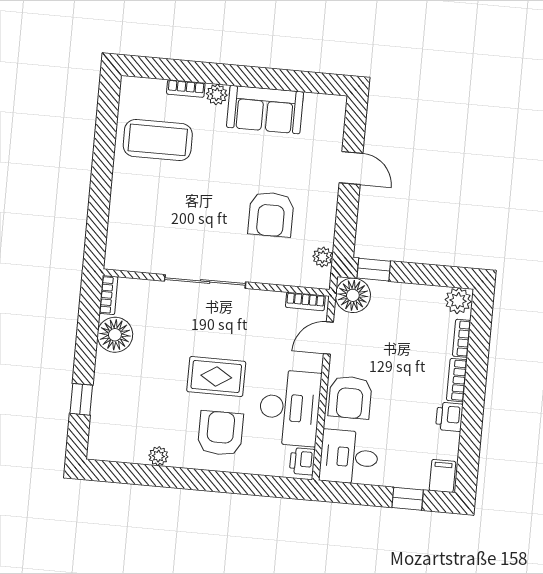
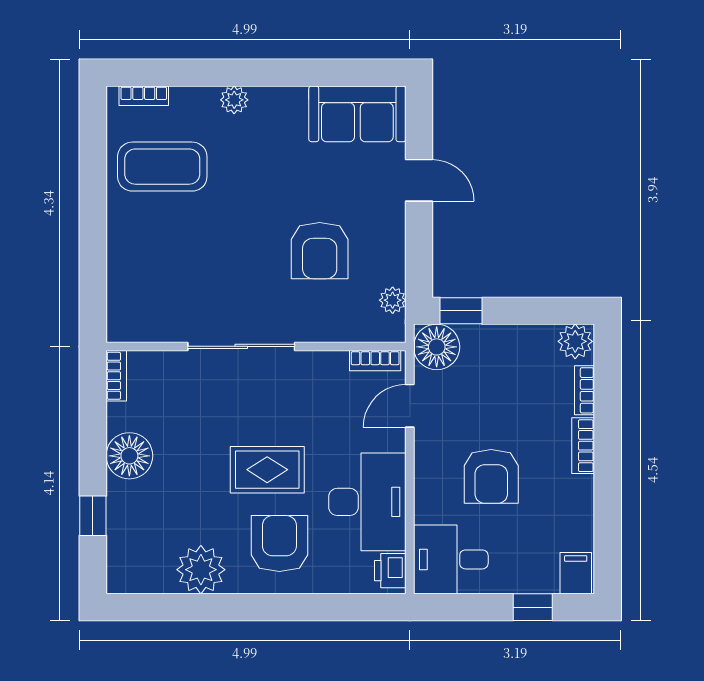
bookcase: (186, 89) -> (144, 96), moved
sofa: (265, 110) -> (357, 114), moved
floor lamp: (115, 335) -> (129, 456), moved
armchair: (350, 397) -> (491, 476), moved
printer: (449, 417) -> (578, 495), removed
plant: (158, 456) -> (201, 570), width x1.88, depth x1.88

